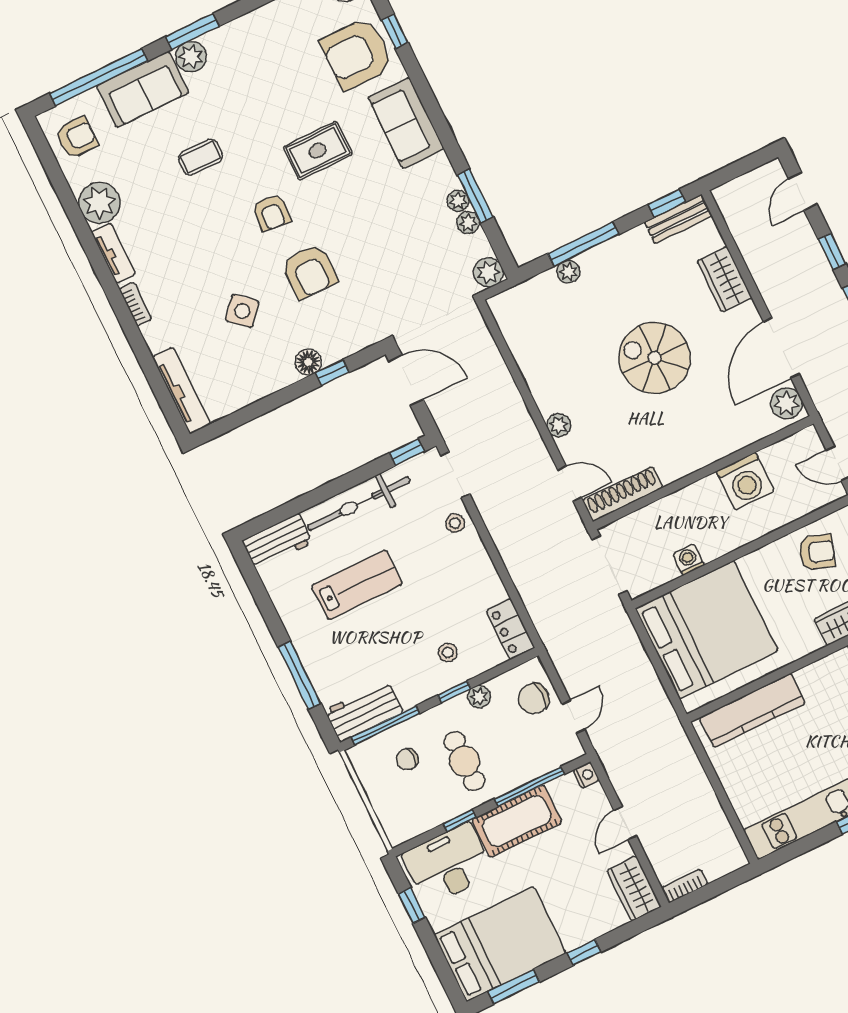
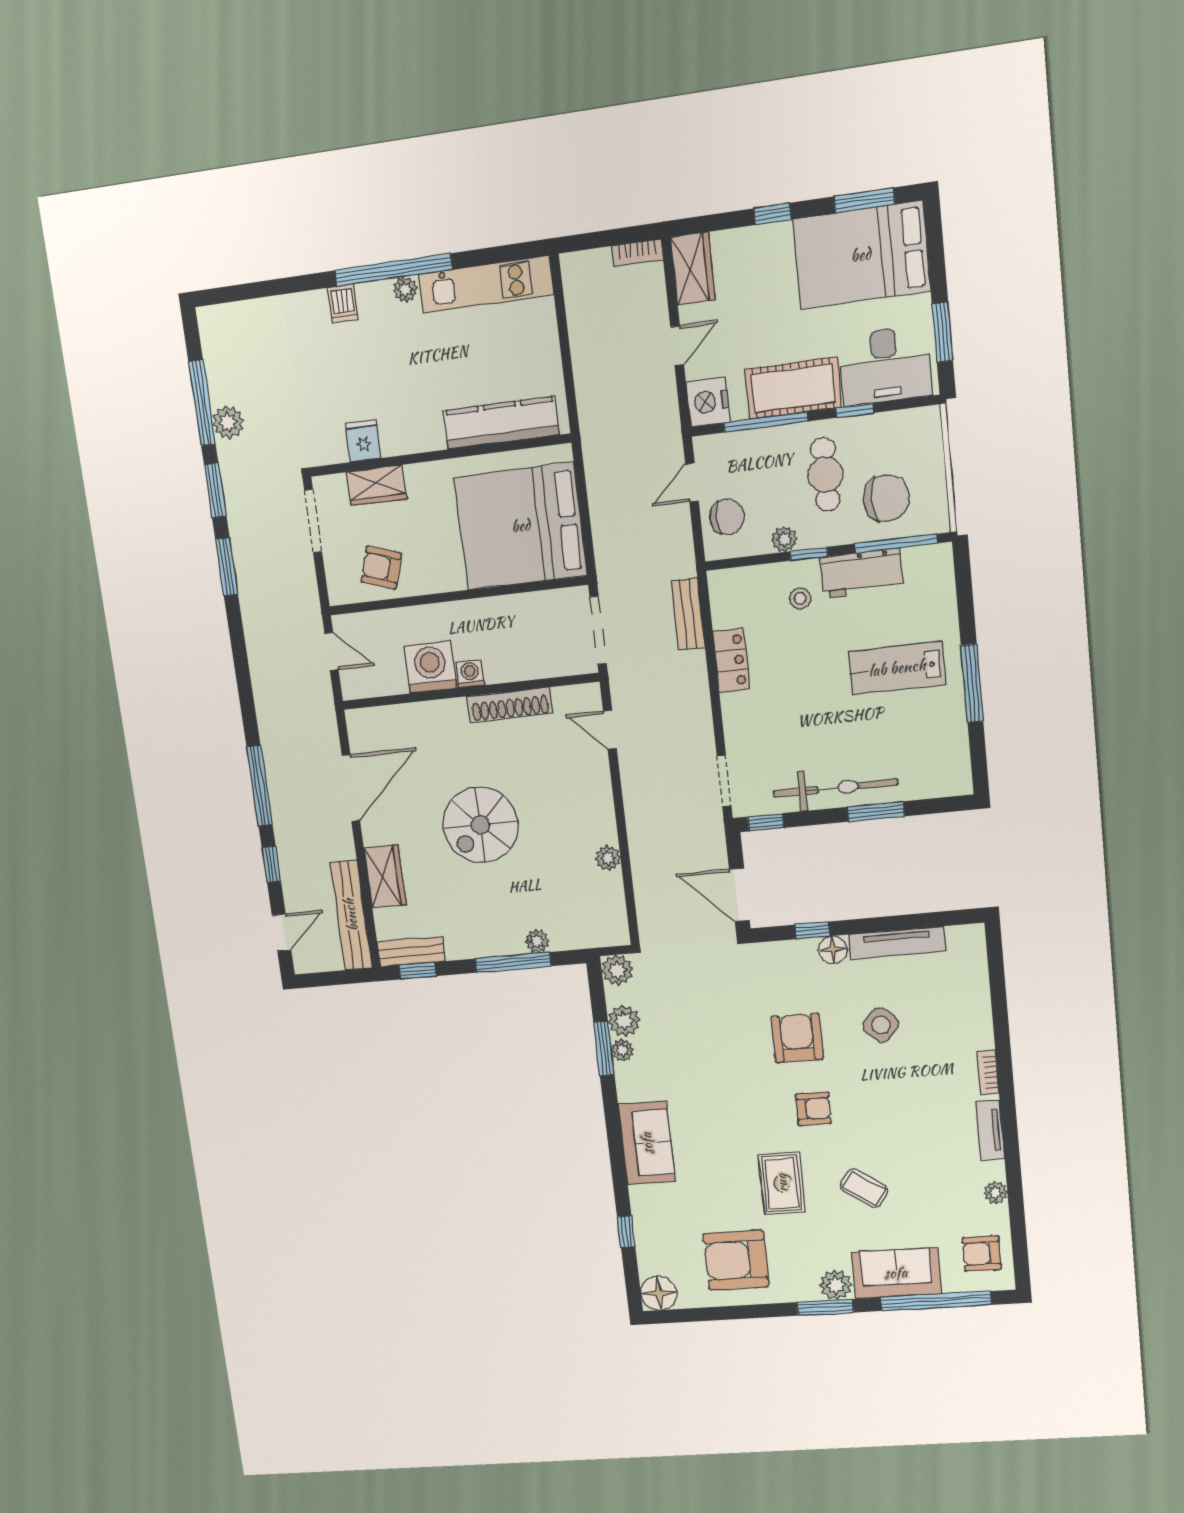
armchair: (357, 54) -> (736, 1260), moved, turned 180
rug: (318, 151) -> (782, 1183), moved, turned 90
coffee table: (200, 157) -> (864, 1188), turned 35
plant: (99, 203) -> (996, 1193), width x0.53, depth x0.53
armchair: (272, 213) -> (813, 1109), turned 85
plant: (468, 223) -> (624, 1021), width x1.38, depth x1.38
bench: (744, 232) -> (351, 915), added
spiral stairs: (654, 358) -> (480, 825), turned 90
tv unit: (181, 391) -> (897, 943), moved, turned -90
plant: (786, 403) -> (364, 731), removed
plant: (559, 425) -> (608, 858), moved
shoe rack: (623, 494) -> (510, 705), moved
window: (317, 496) -> (876, 812), added
stool: (455, 523) -> (743, 732), removed
workbench: (277, 541) -> (936, 780), removed
washing machine: (689, 560) -> (470, 674), moved, turned 180
lab bench: (357, 585) -> (897, 668), moved
bench: (537, 606) -> (688, 614), added
locker: (510, 629) -> (731, 660), moved
window: (300, 675) -> (972, 683), moved
workbench: (364, 711) -> (862, 573), moved
chair: (407, 759) -> (886, 498), width x1.87, depth x1.87
nightstand: (586, 775) -> (708, 402), width x1.89, depth x1.79
window: (412, 906) -> (942, 332), width x1.50

